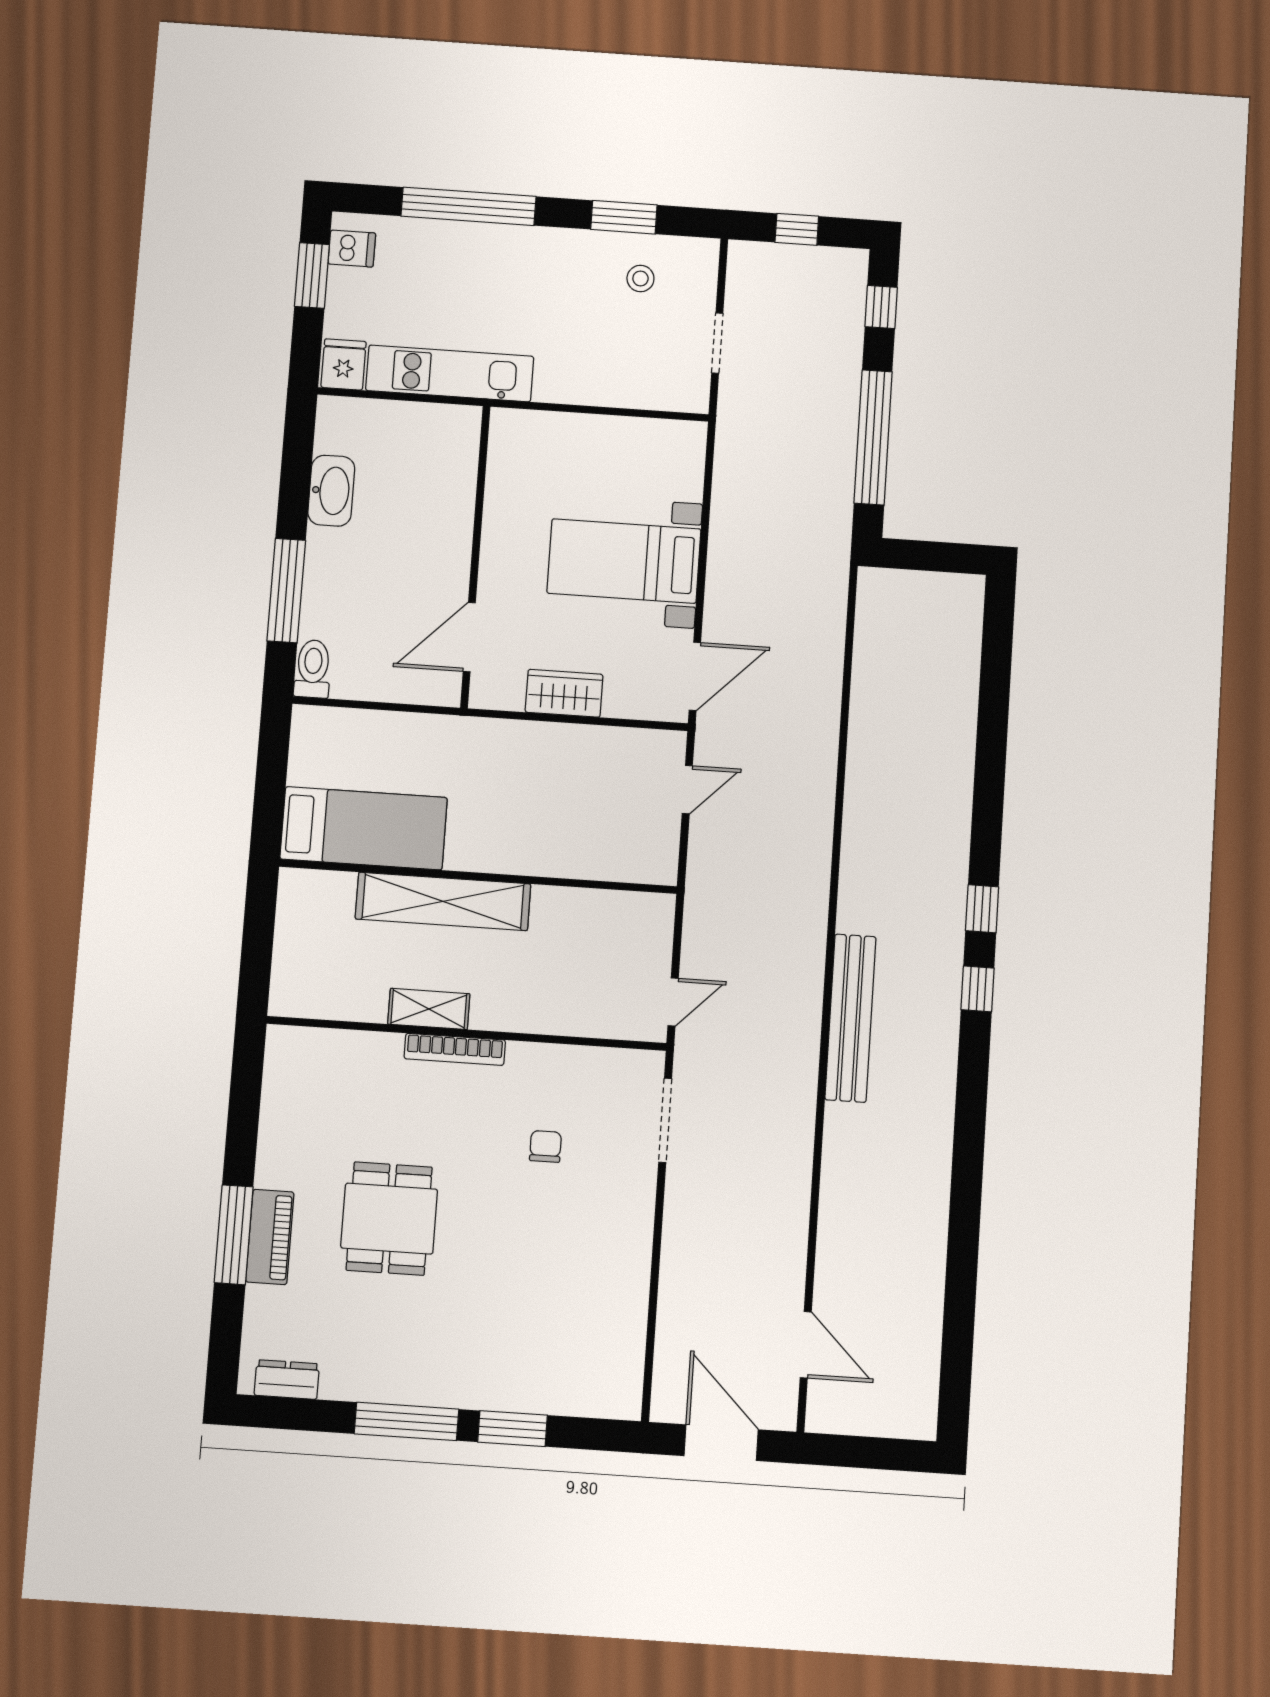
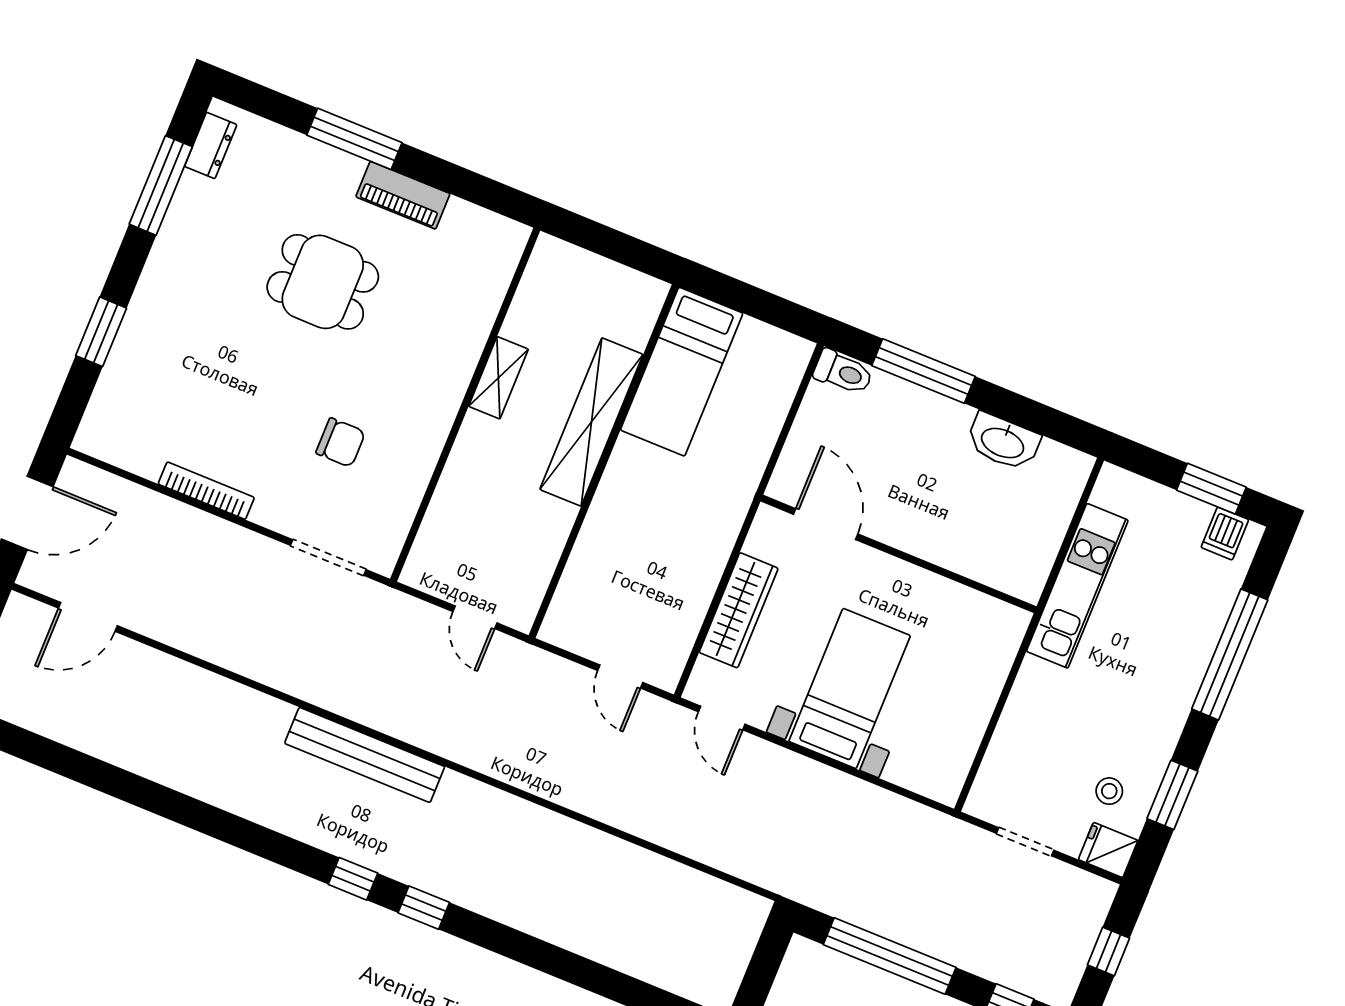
fridge: (344, 364) -> (1108, 850), moved, turned 180
door: (695, 676) -> (722, 718), width x0.73
wardrobe: (564, 693) -> (739, 610), width x1.50
door: (673, 1002) -> (475, 617), moved
bookcase: (455, 1049) -> (206, 491), moved, turned 90
chair: (545, 1146) -> (341, 443), width x1.37, depth x1.37
piano: (270, 1237) -> (403, 195), moved
window: (406, 1421) -> (161, 185), moved

